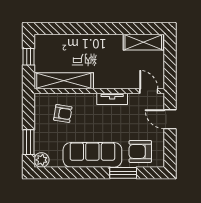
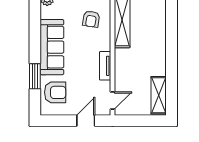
armchair: (140, 151) -> (55, 92), turned 90

